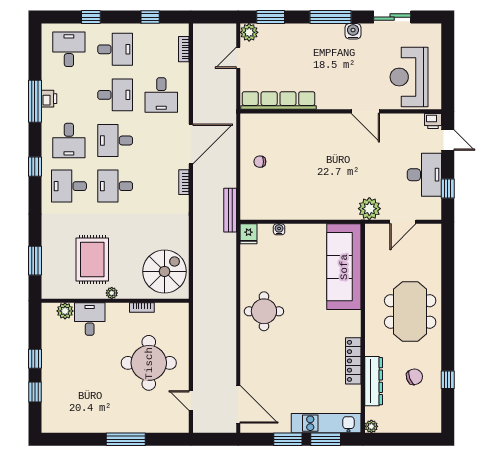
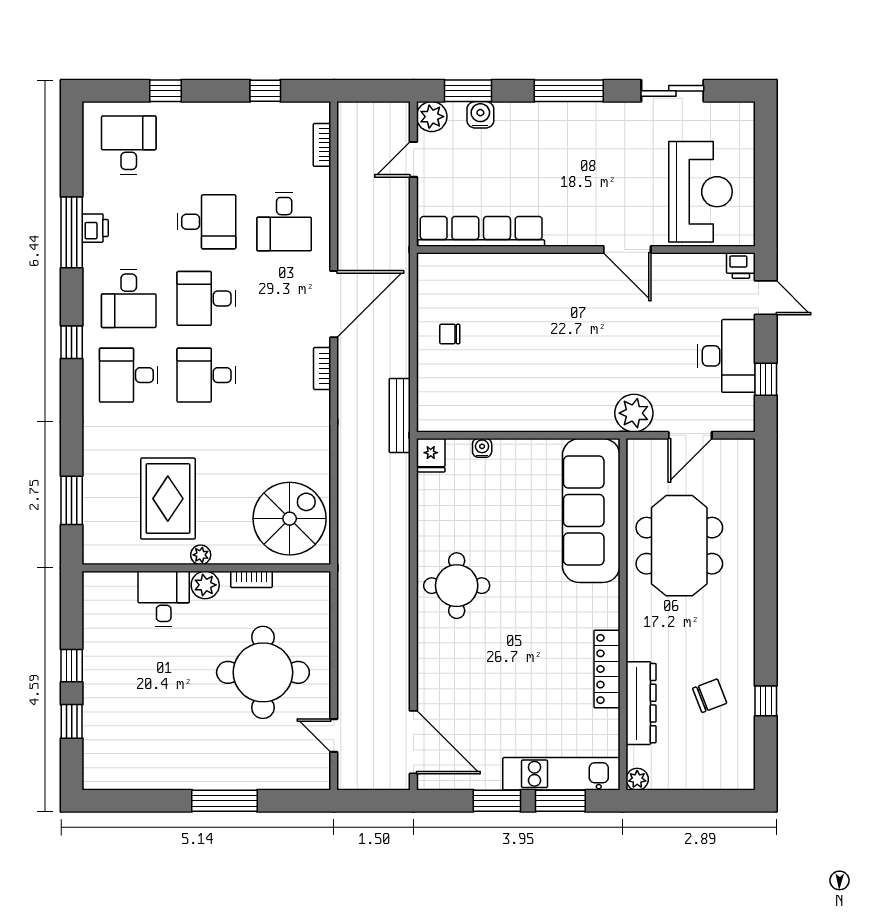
water cooler: (353, 31) -> (480, 115), moved
desk: (115, 49) -> (206, 145), removed
reception desk: (409, 77) -> (701, 192), turned 180
plant: (65, 311) -> (205, 585), moved
meeting table: (410, 311) -> (679, 546), moved

